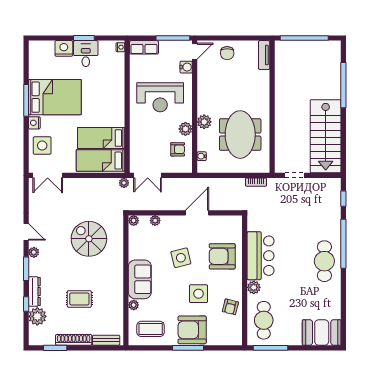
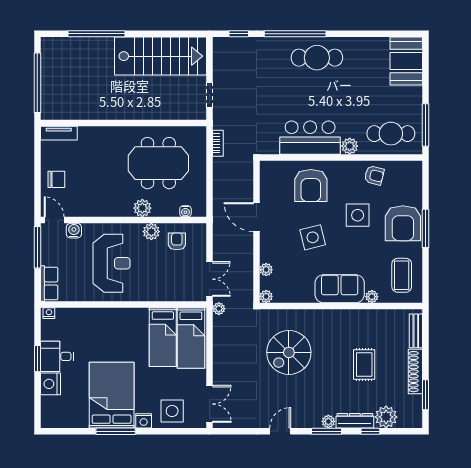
plant: (34, 252) -> (328, 421), moved

